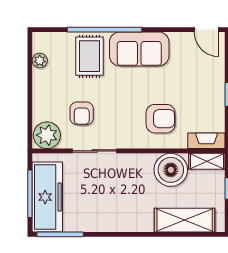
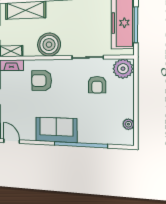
rug: (90, 56) -> (91, 126), removed
armchair: (82, 113) -> (97, 85), turned 180
boiler: (171, 170) -> (49, 45), moved

